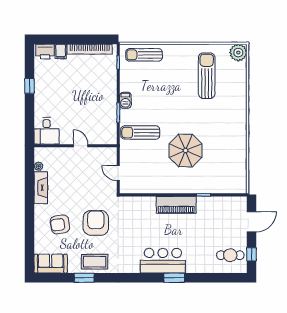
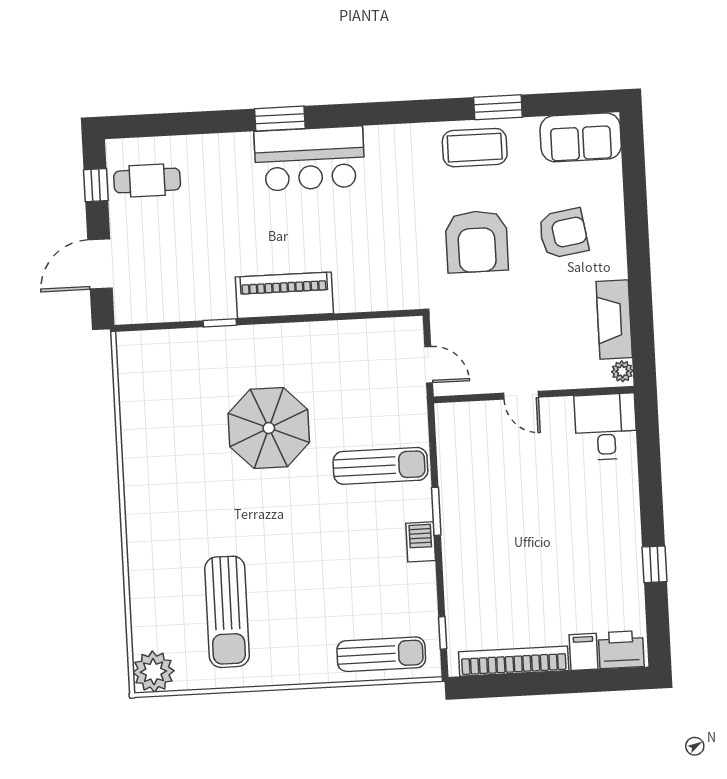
desk: (47, 131) -> (606, 427), moved
wall: (75, 146) -> (534, 395), moved
door: (81, 146) -> (521, 395), moved

